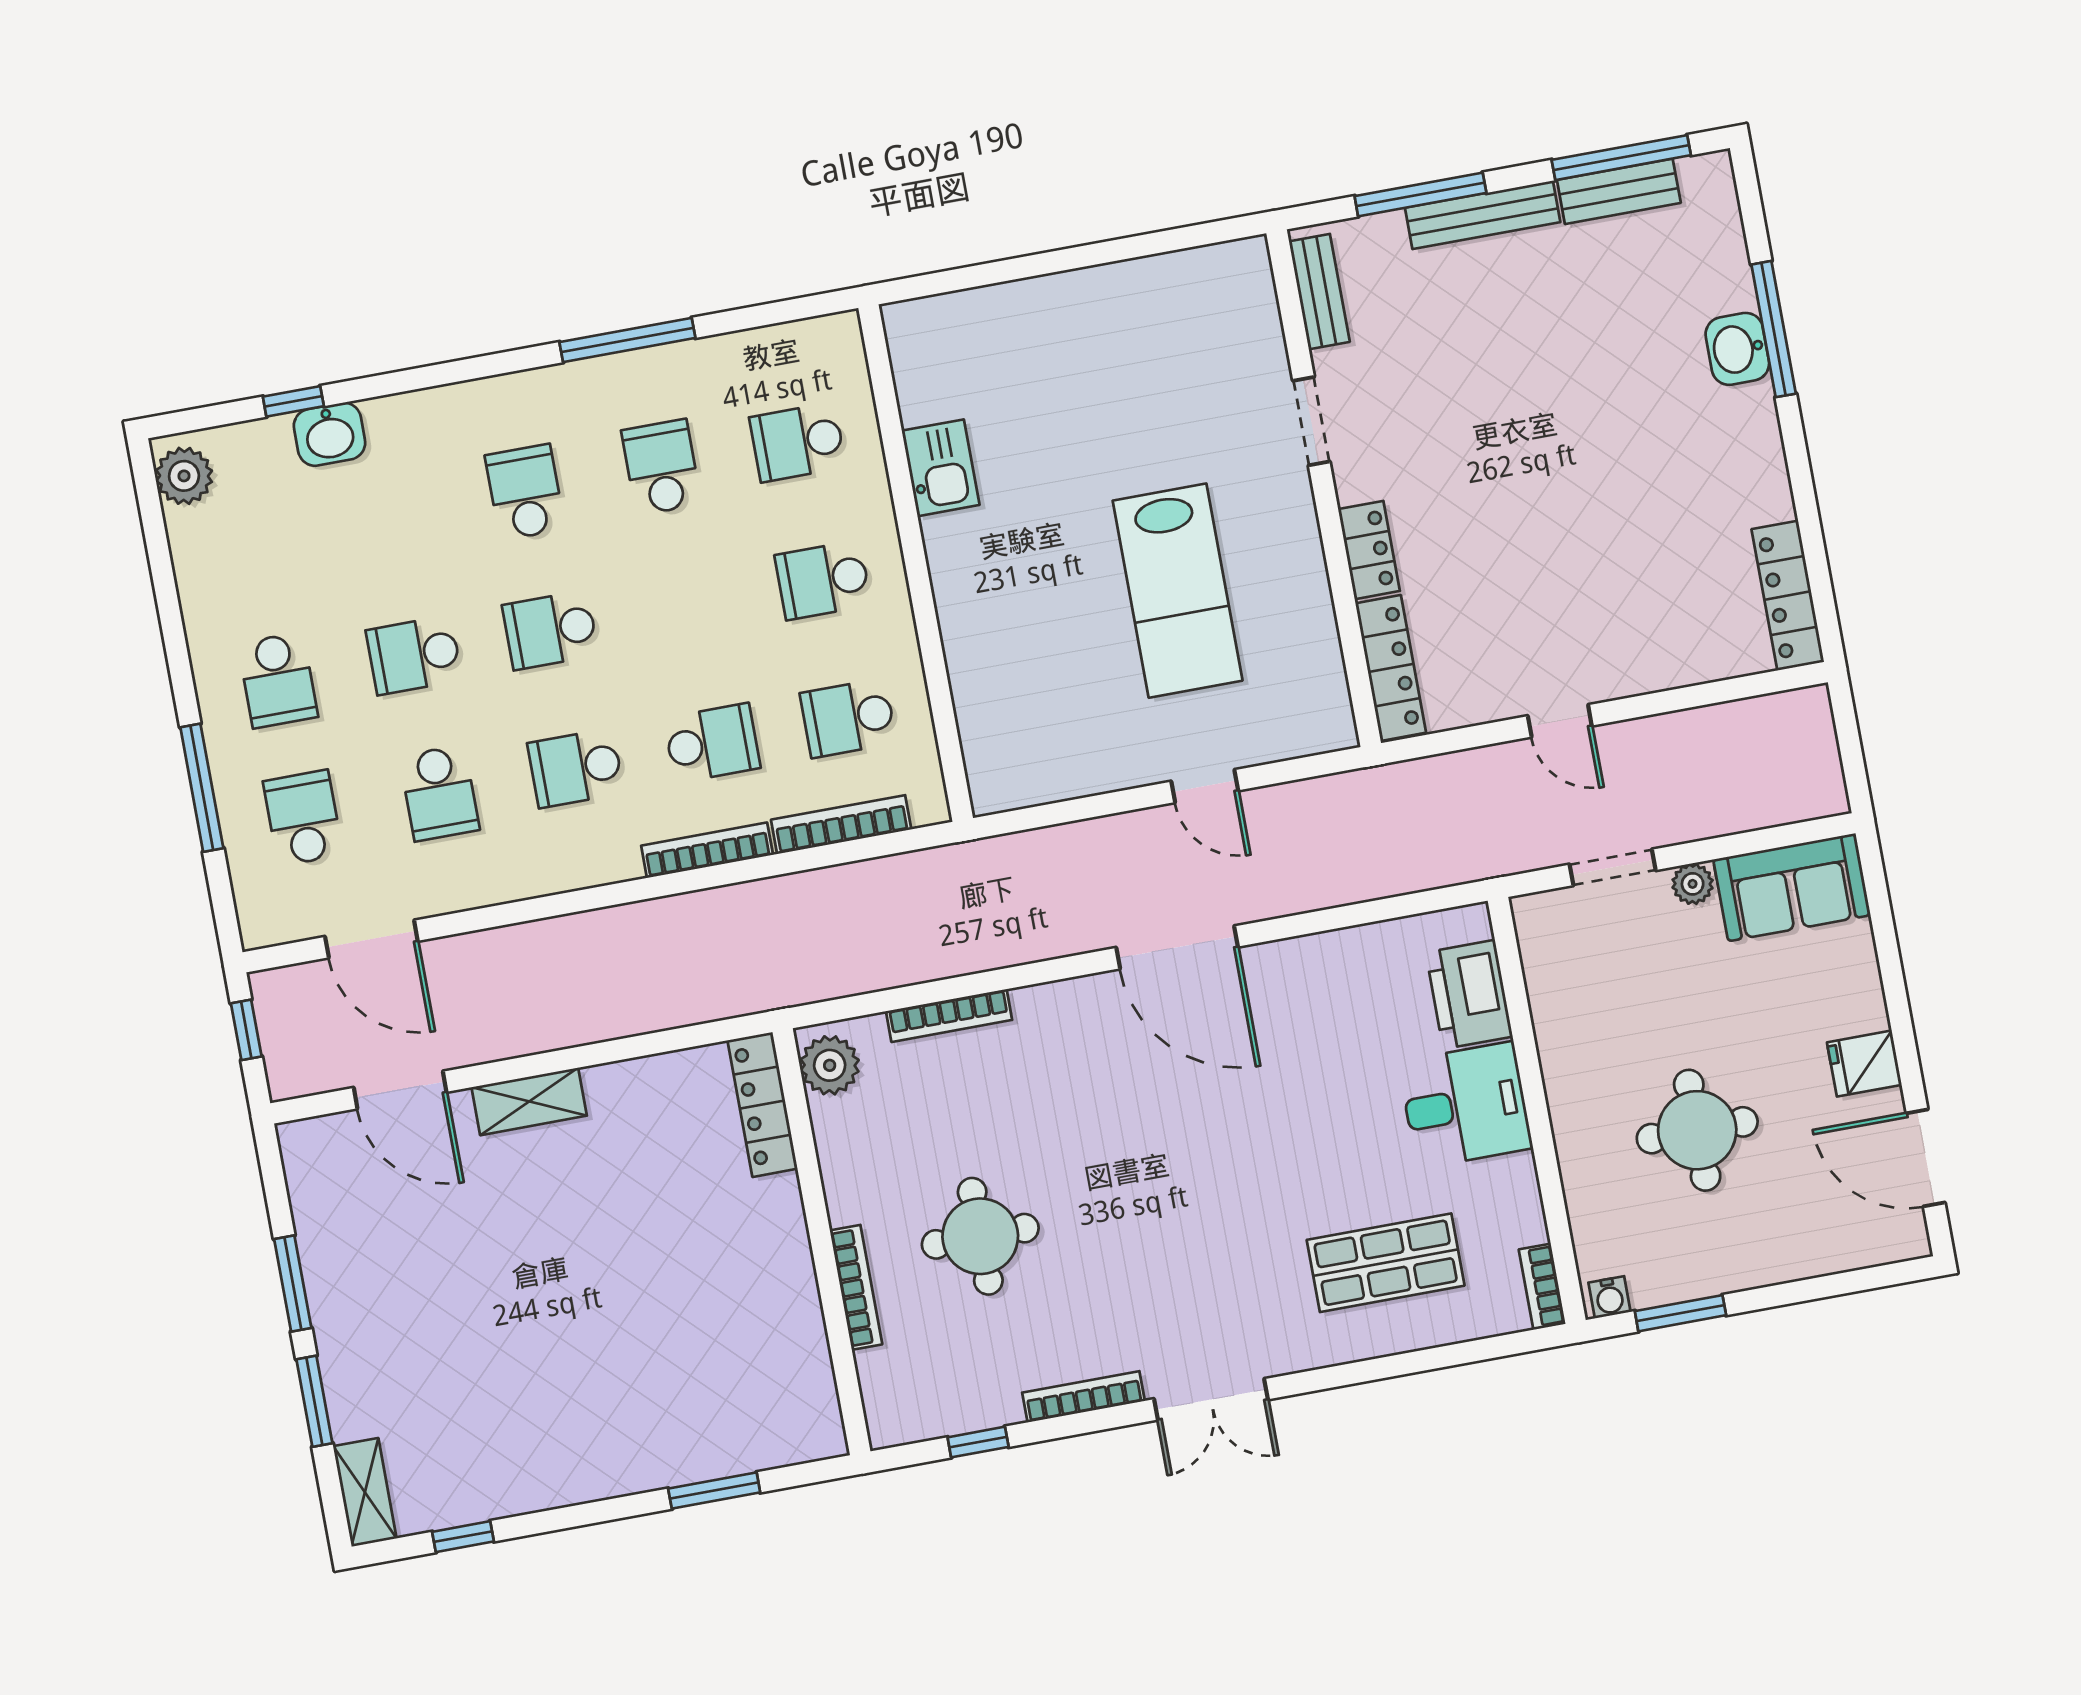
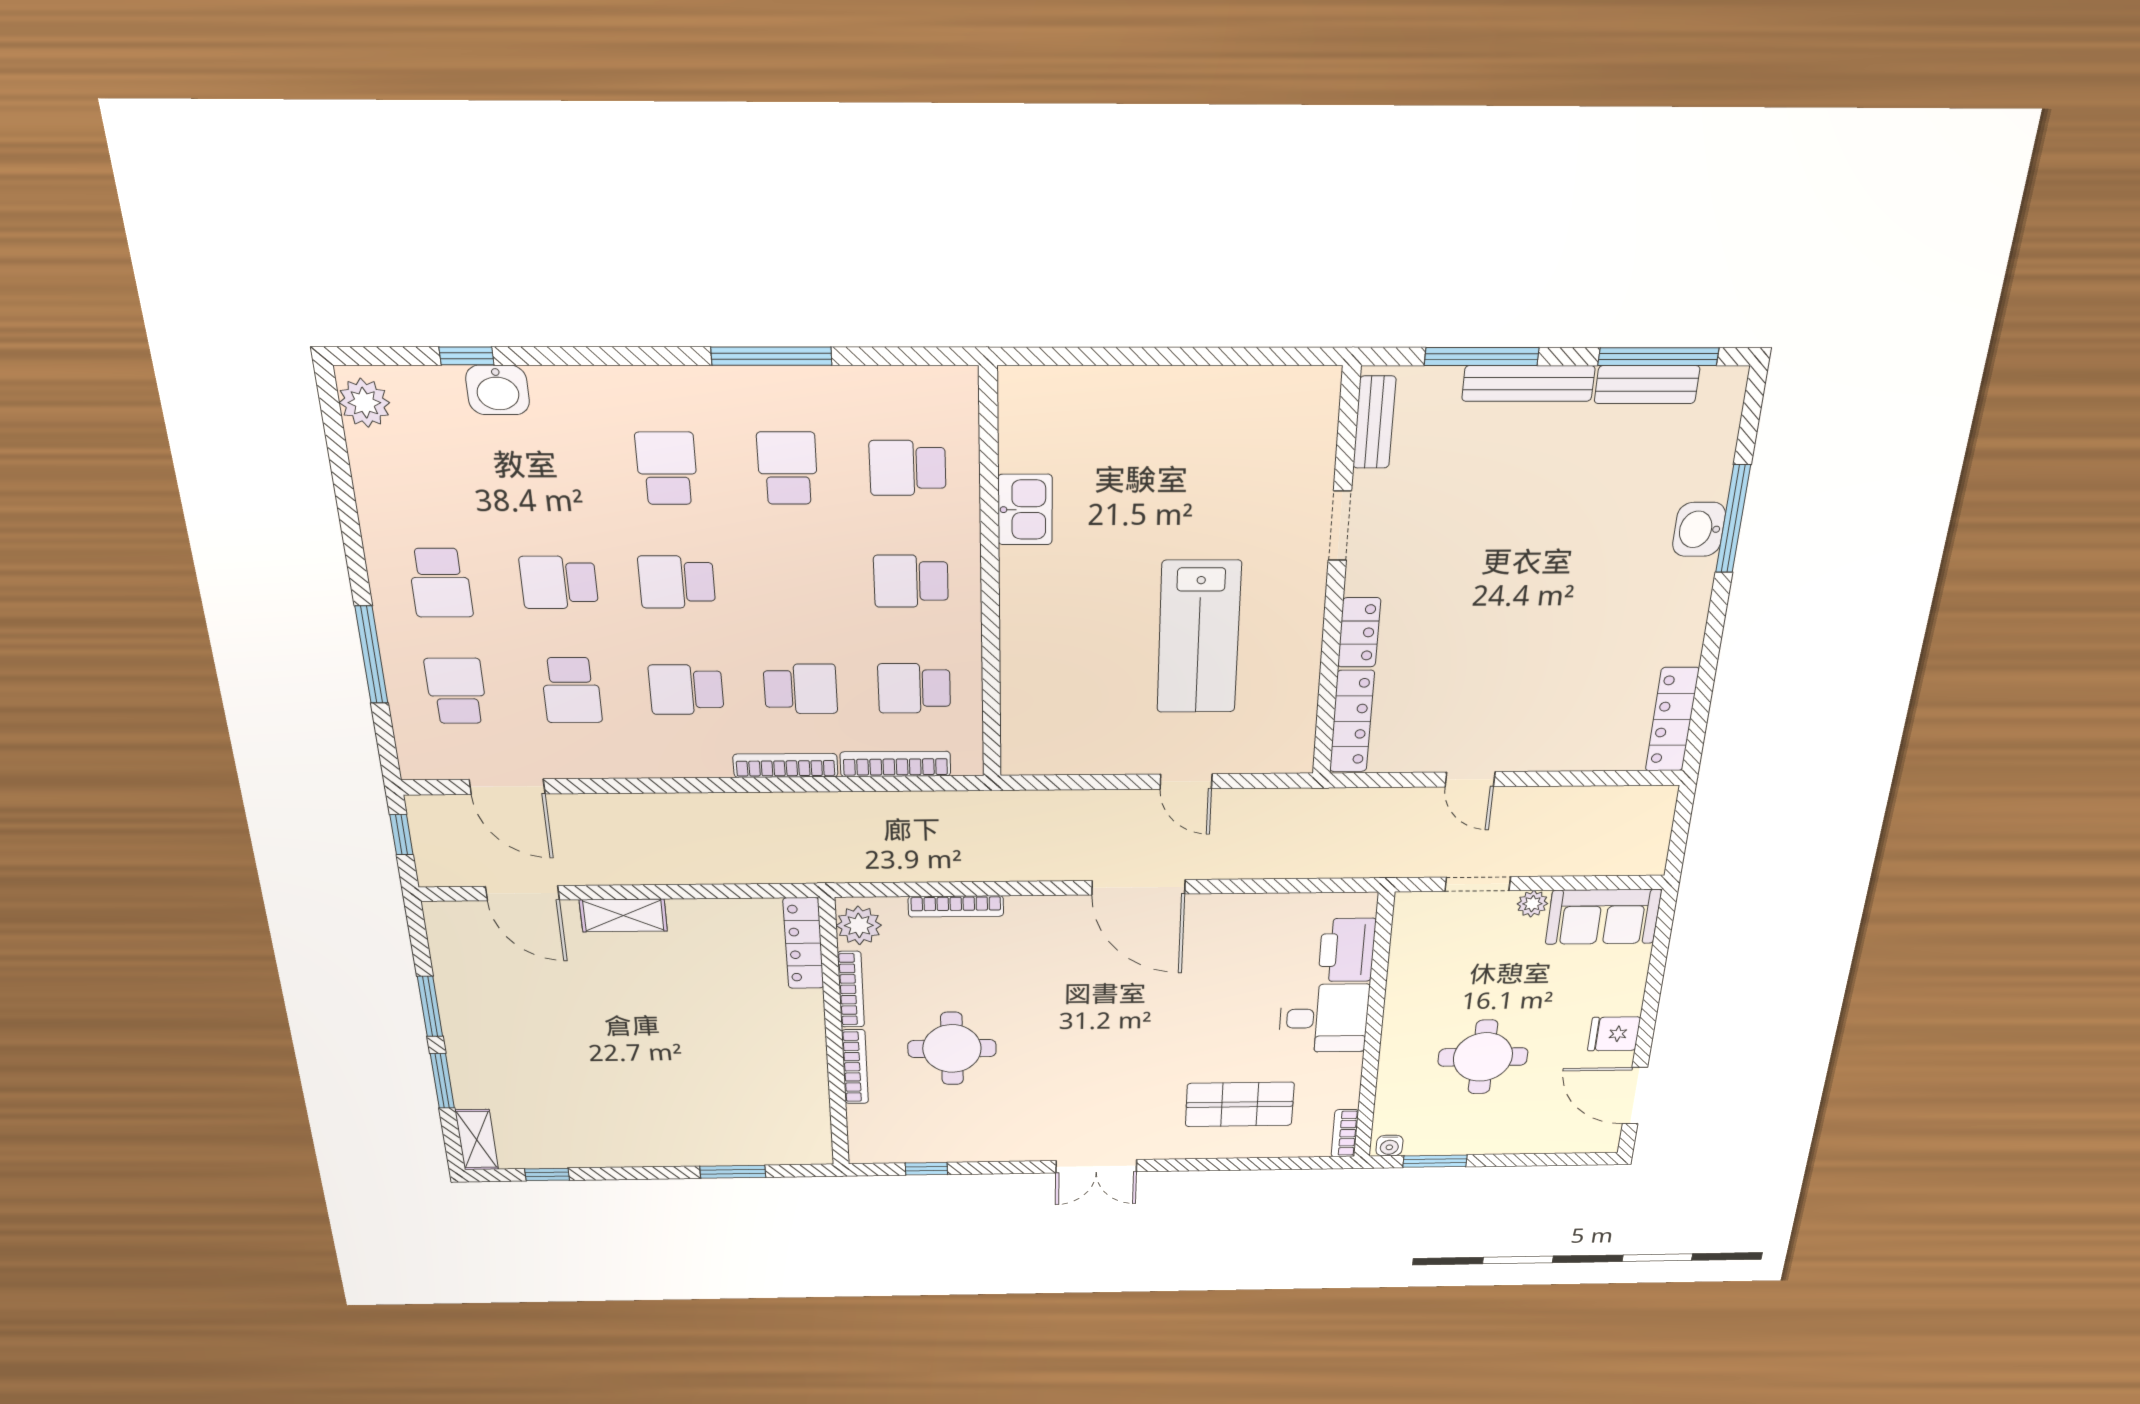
bookcase: (1084, 1397) -> (851, 989), moved, turned 90

